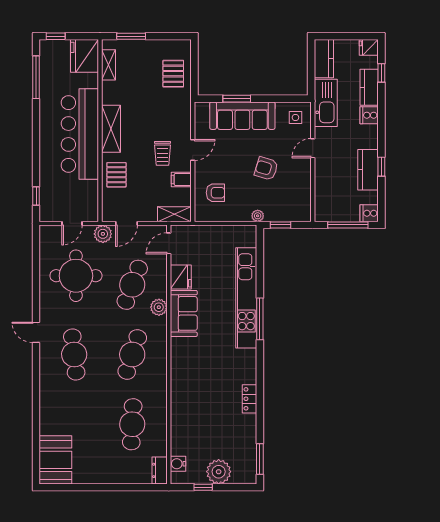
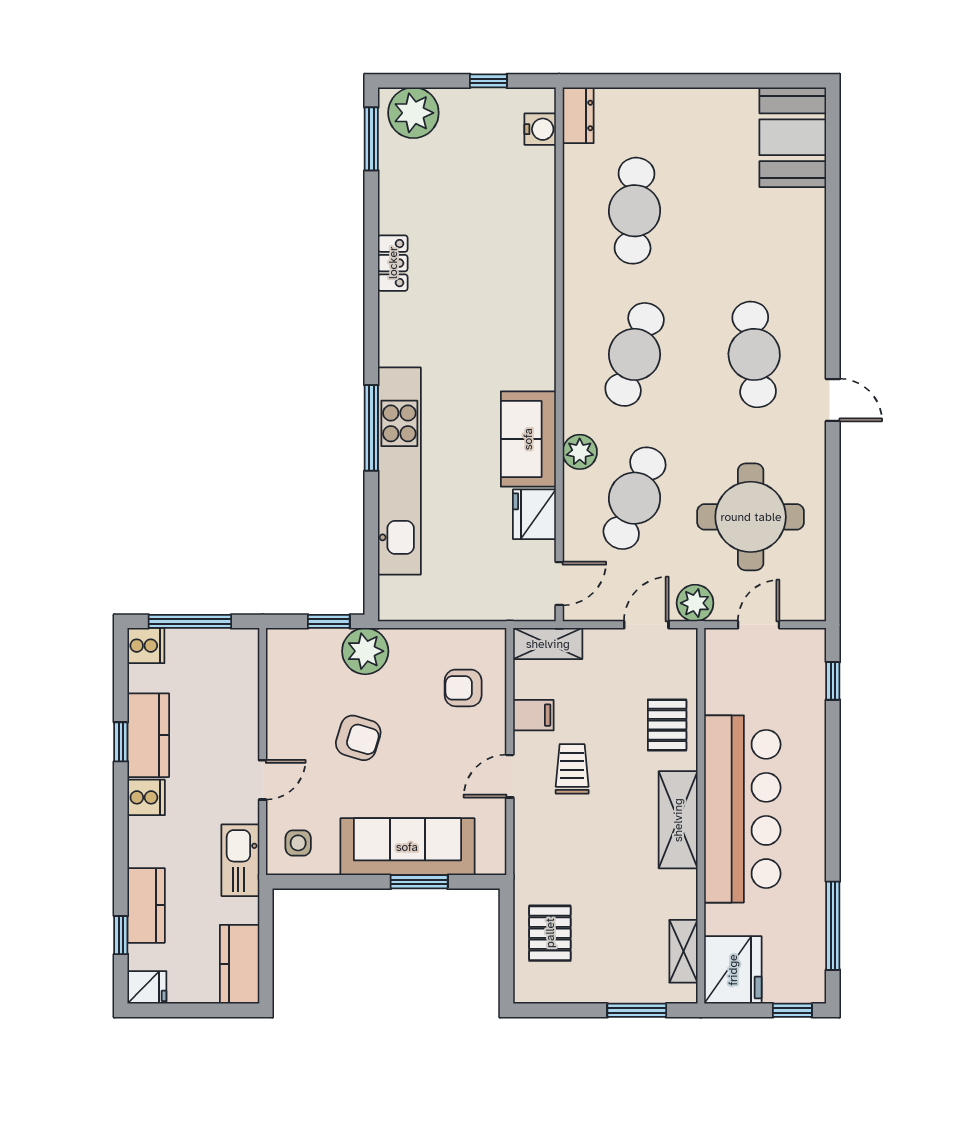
kitchen sink: (326, 103) -> (240, 860), width x0.73, depth x0.81
cooker: (369, 115) -> (146, 797), moved
plant: (258, 216) -> (365, 651), width x1.88, depth x1.88
plant: (219, 472) -> (413, 113), moved

